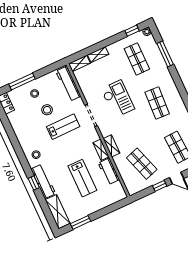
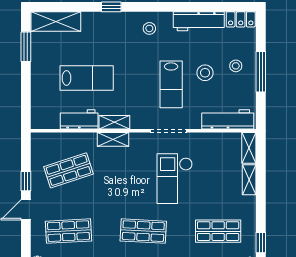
window: (22, 81) -> (261, 72), moved
checkout: (118, 99) -> (175, 179), turned 90
lab bench: (82, 178) -> (87, 78), turned 180
workbench: (43, 181) -> (199, 21), moved

